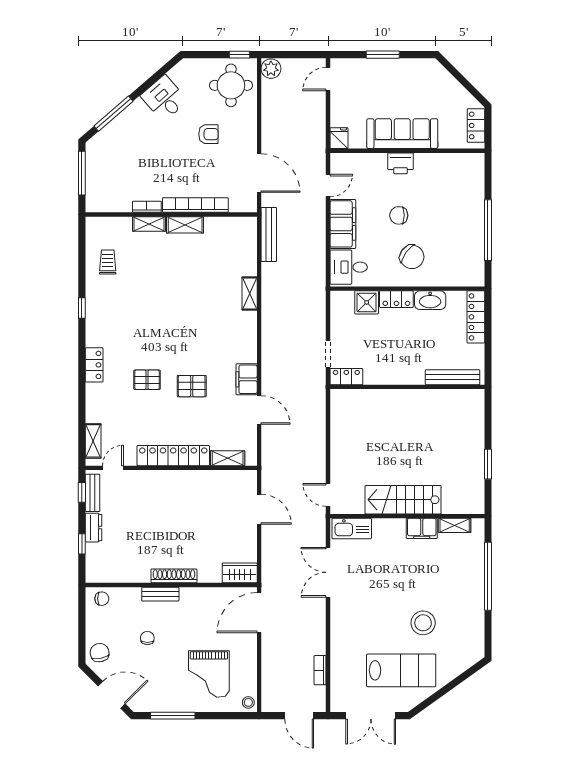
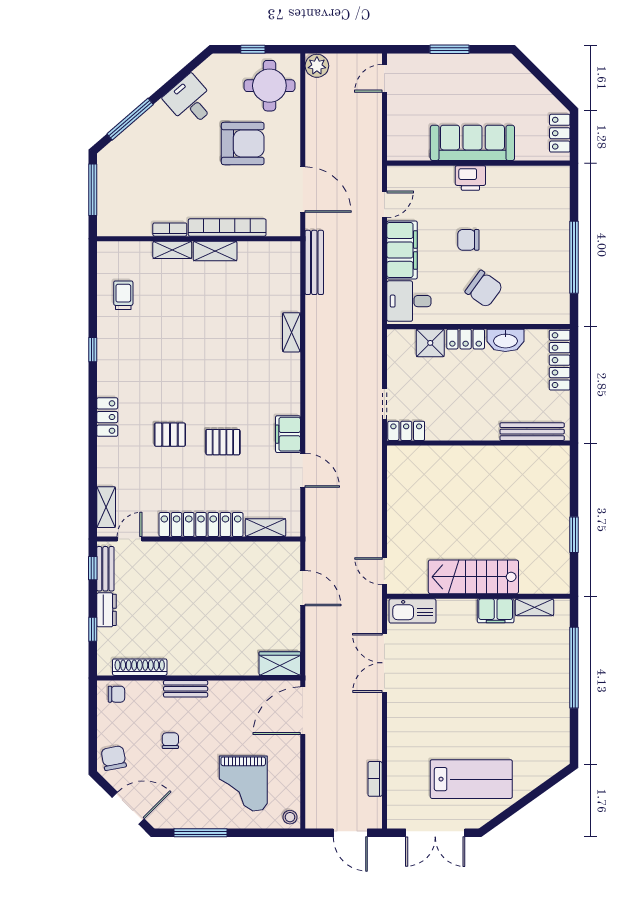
window: (239, 55) -> (253, 49), moved
armchair: (208, 134) -> (243, 144), width x1.88, depth x1.88
fridge: (339, 138) -> (397, 148), removed
shoe rack: (174, 576) -> (140, 667), moved
stool: (423, 623) -> (497, 723), removed

